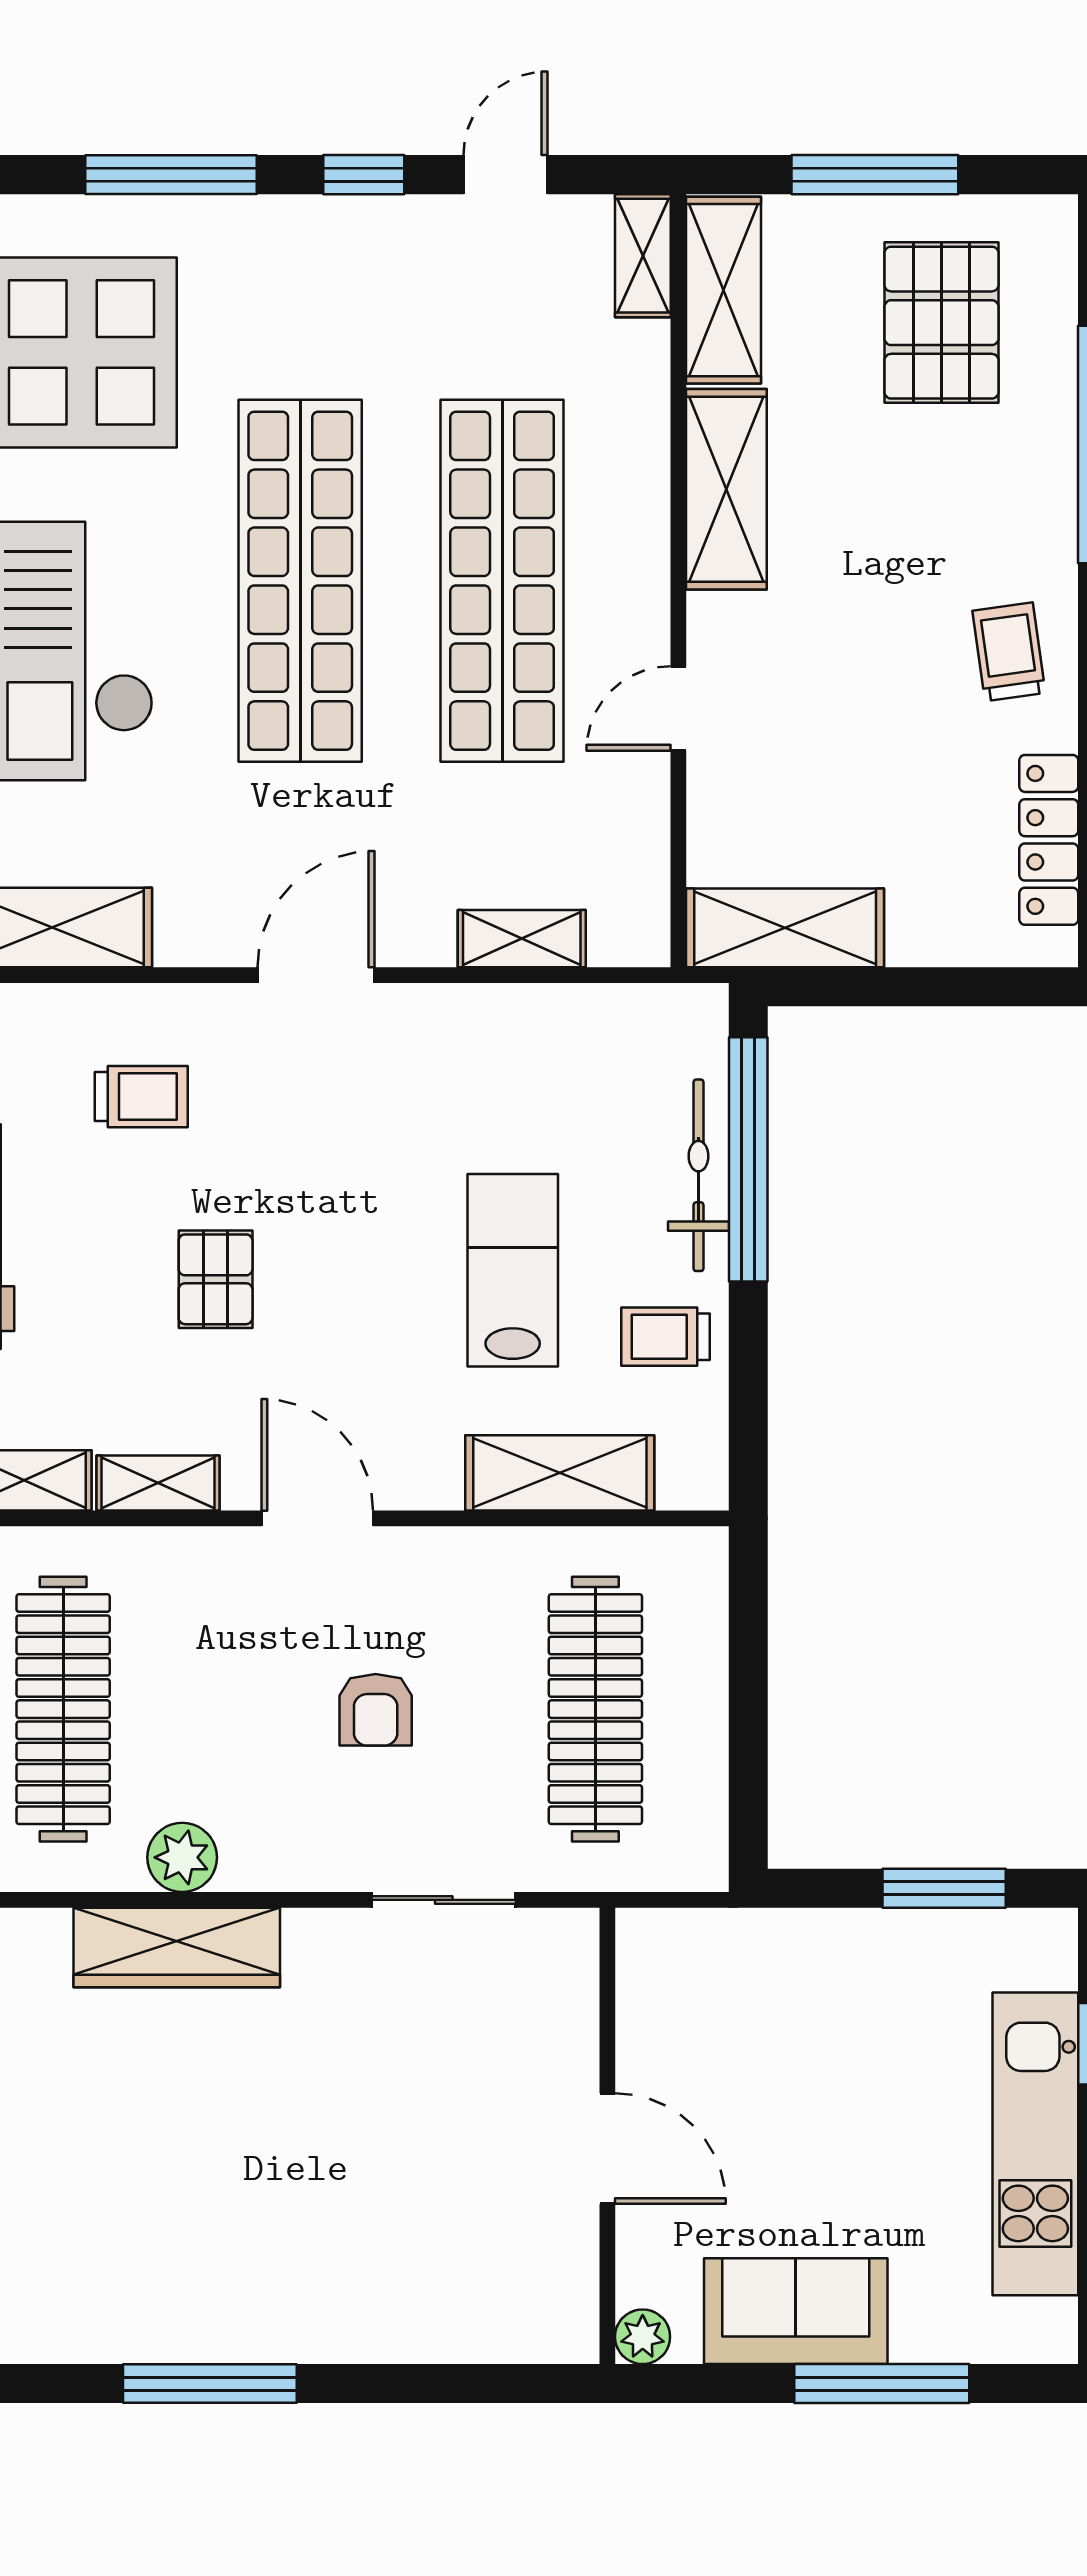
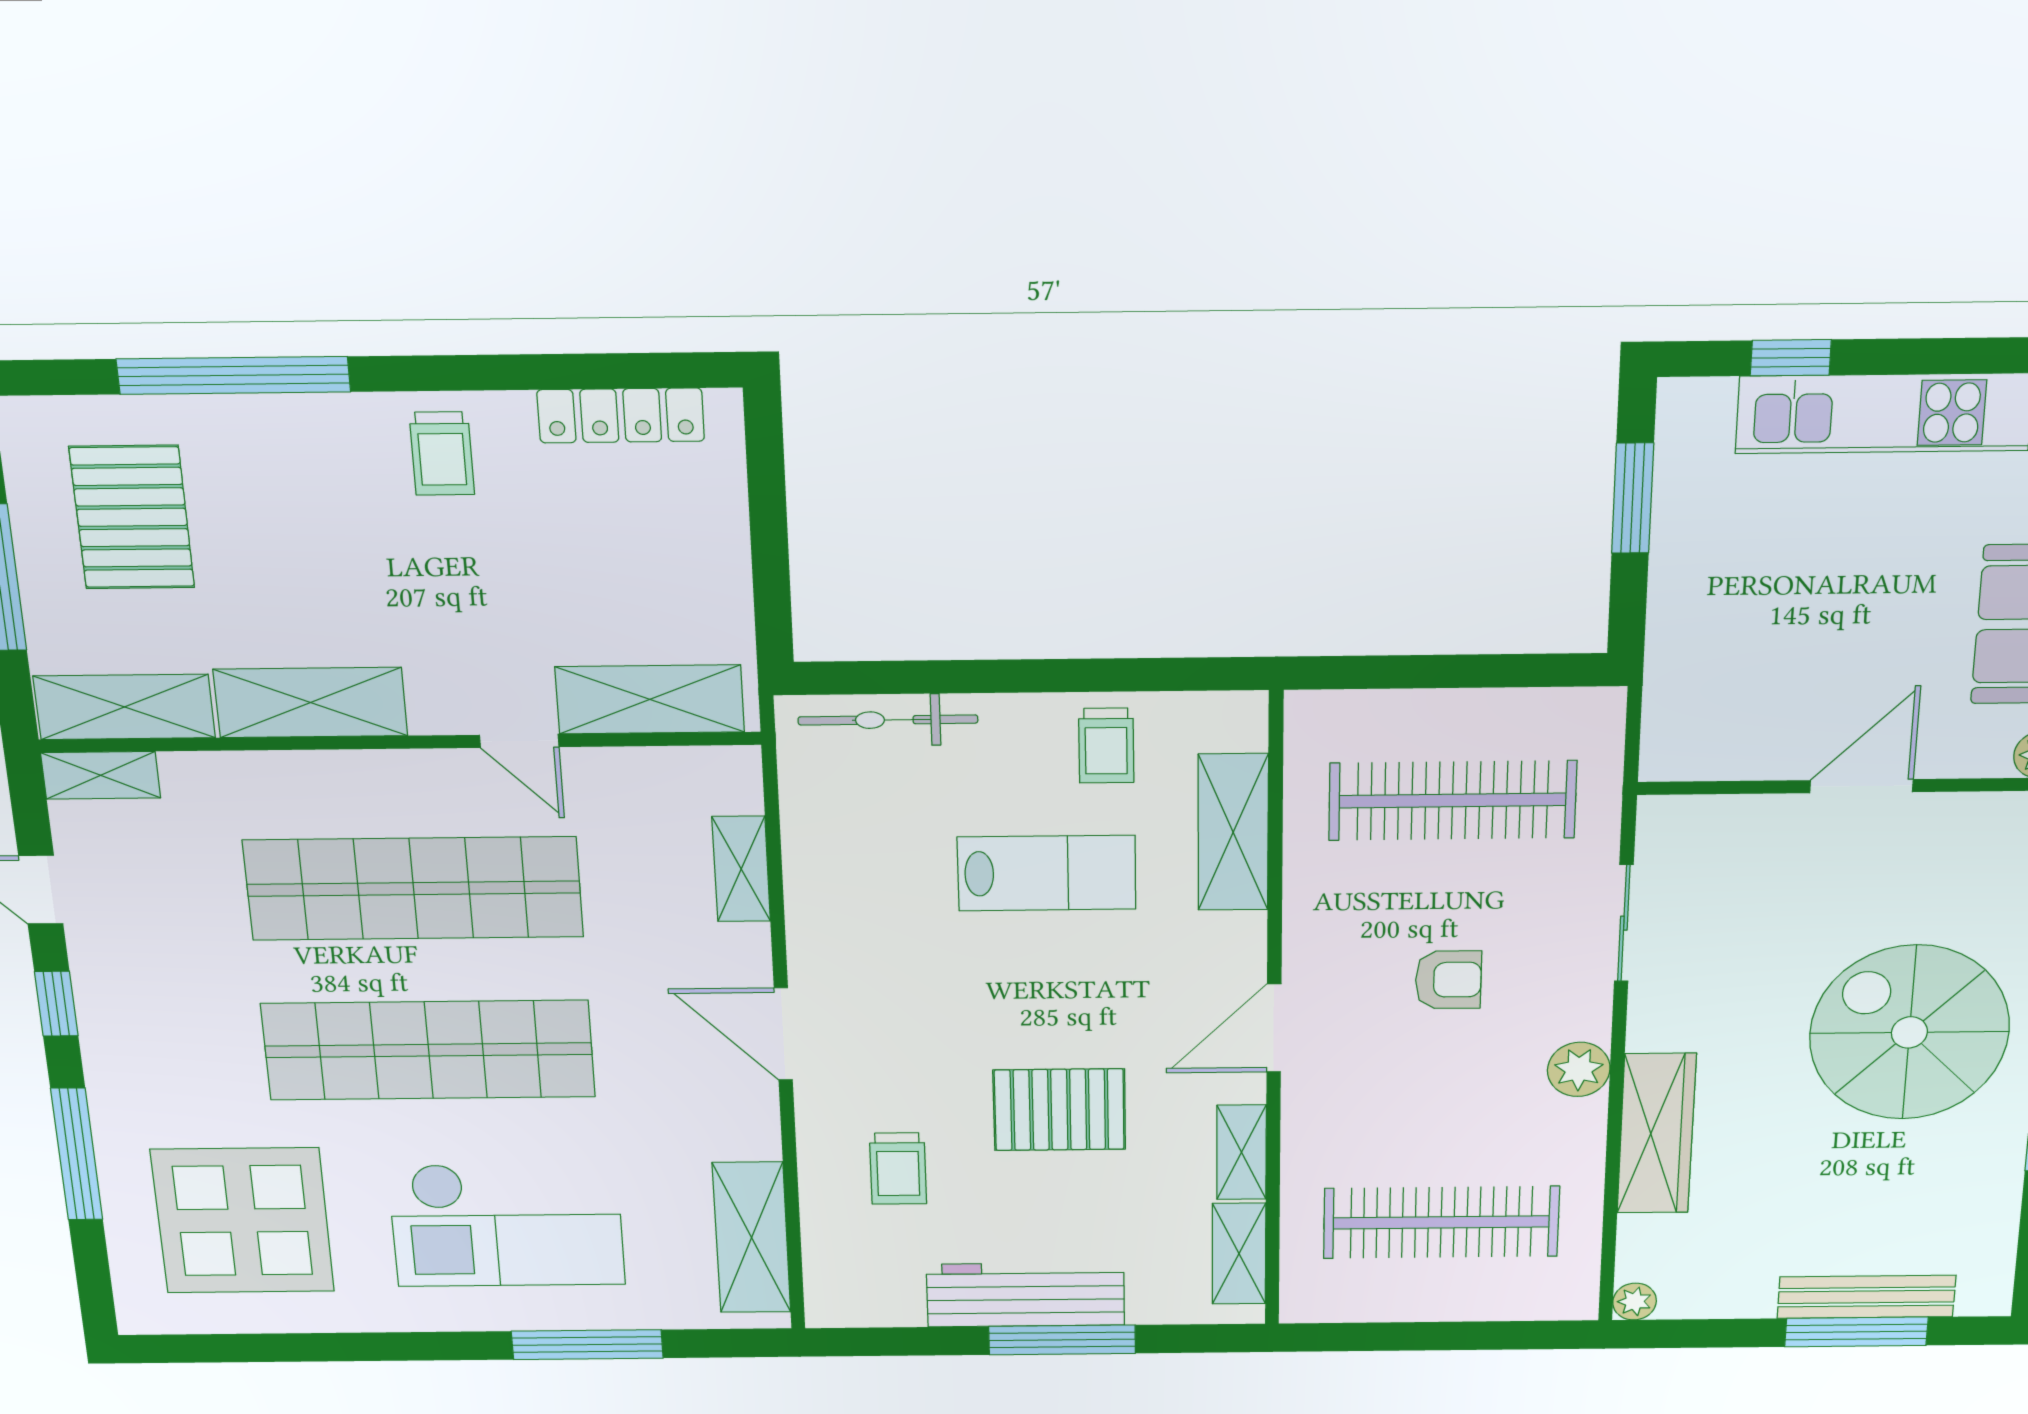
pallet: (941, 323) -> (132, 517), turned 90
trolley: (1009, 652) -> (442, 454), turned -82
shelving: (785, 928) -> (650, 699), moved, turned 90
trolley: (141, 1097) -> (898, 1169), turned 180
window: (748, 1159) -> (938, 677), removed
bicycle: (698, 1175) -> (888, 720), moved
lab bench: (513, 1270) -> (1047, 873), turned 180
pallet: (216, 1279) -> (1059, 1110), width x1.50, depth x1.42
plant: (182, 1857) -> (1579, 1069), moved
spiral stairs: (303, 2222) -> (1909, 1032), added

